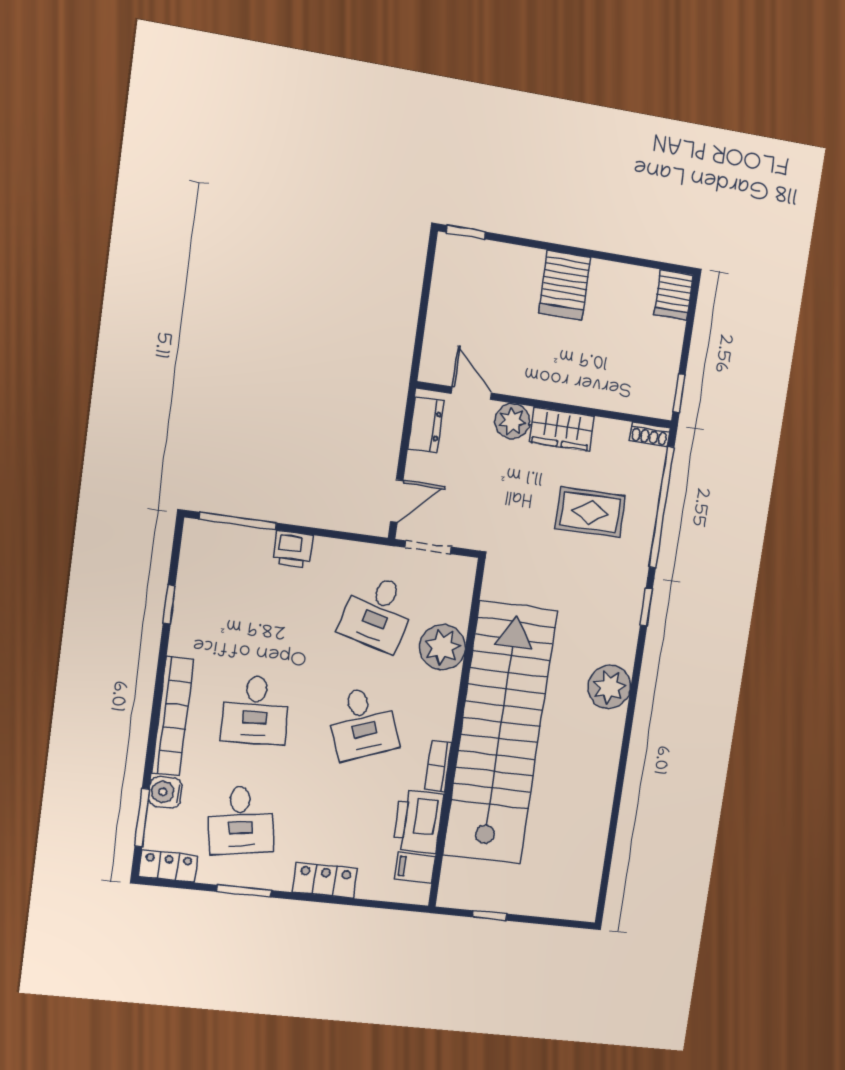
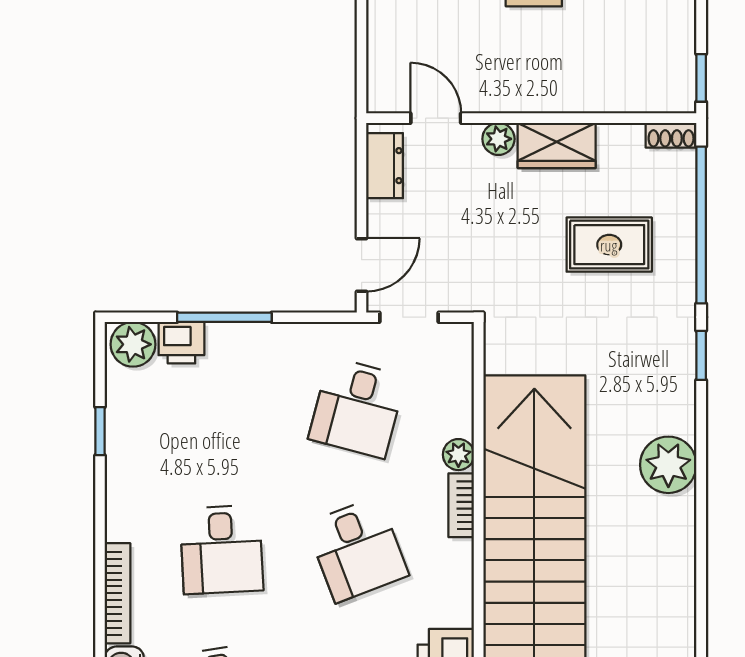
plant: (512, 421) -> (498, 139), width x0.73, depth x0.73
window: (238, 521) -> (224, 317), moved
plant: (205, 539) -> (133, 344), added
printer: (293, 549) -> (181, 343), moved
plant: (442, 647) -> (458, 455), width x0.53, depth x0.53
bookcase: (173, 716) -> (118, 593), width x0.68, depth x0.76
bookcase: (438, 766) -> (461, 505), moved

